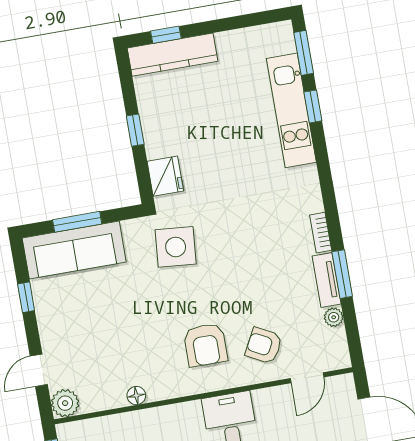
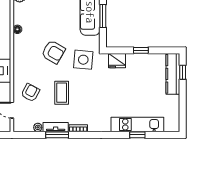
window: (304, 53) -> (163, 135), removed
coffee table: (252, 280) -> (62, 93), added
armchair: (205, 345) -> (53, 52), moved, turned -150

